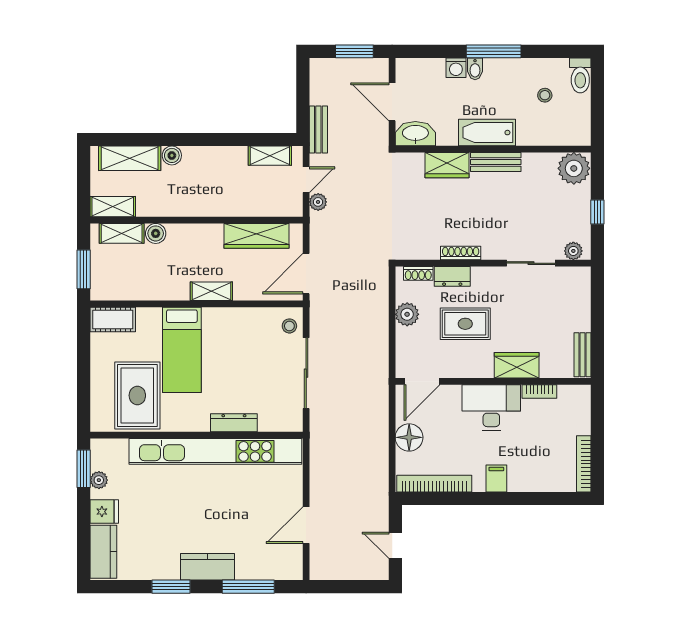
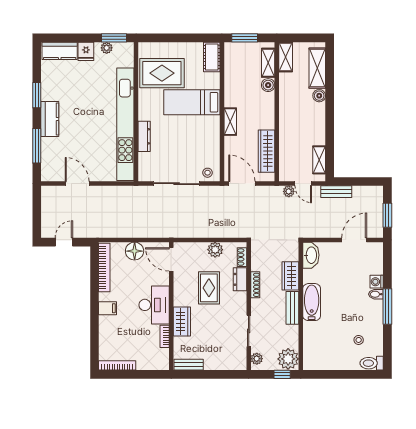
bathtub: (487, 133) -> (312, 302), moved
washbasin: (415, 134) -> (311, 255), moved
wall: (493, 149) -> (301, 306), moved
bench: (496, 162) -> (292, 308), moved
wardrobe: (447, 165) -> (290, 276), moved
plant: (574, 168) -> (288, 359), moved

